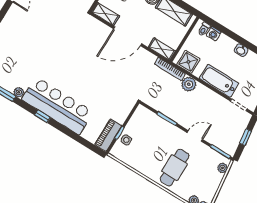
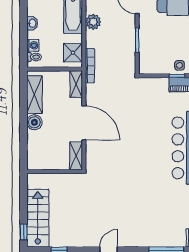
washbasin: (241, 50) -> (32, 23), moved
plant: (189, 84) -> (93, 22), moved

